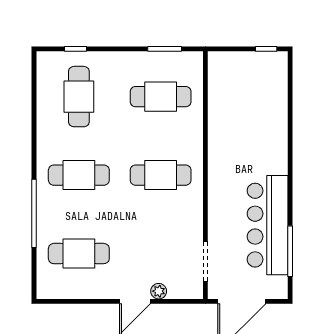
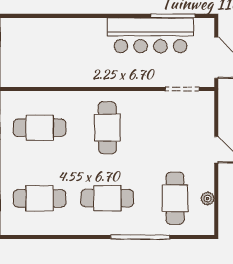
cafe table: (161, 97) -> (40, 128), turned 90
cafe table: (79, 175) -> (107, 198), turned 90
plant: (159, 291) -> (208, 199), moved

